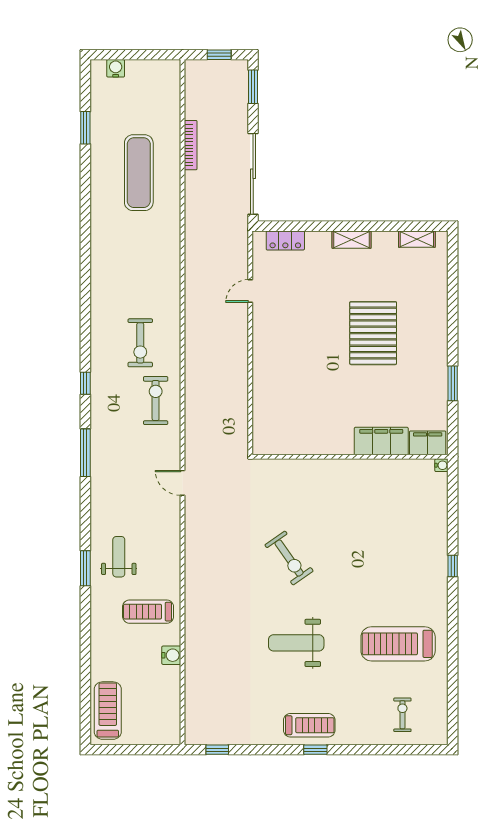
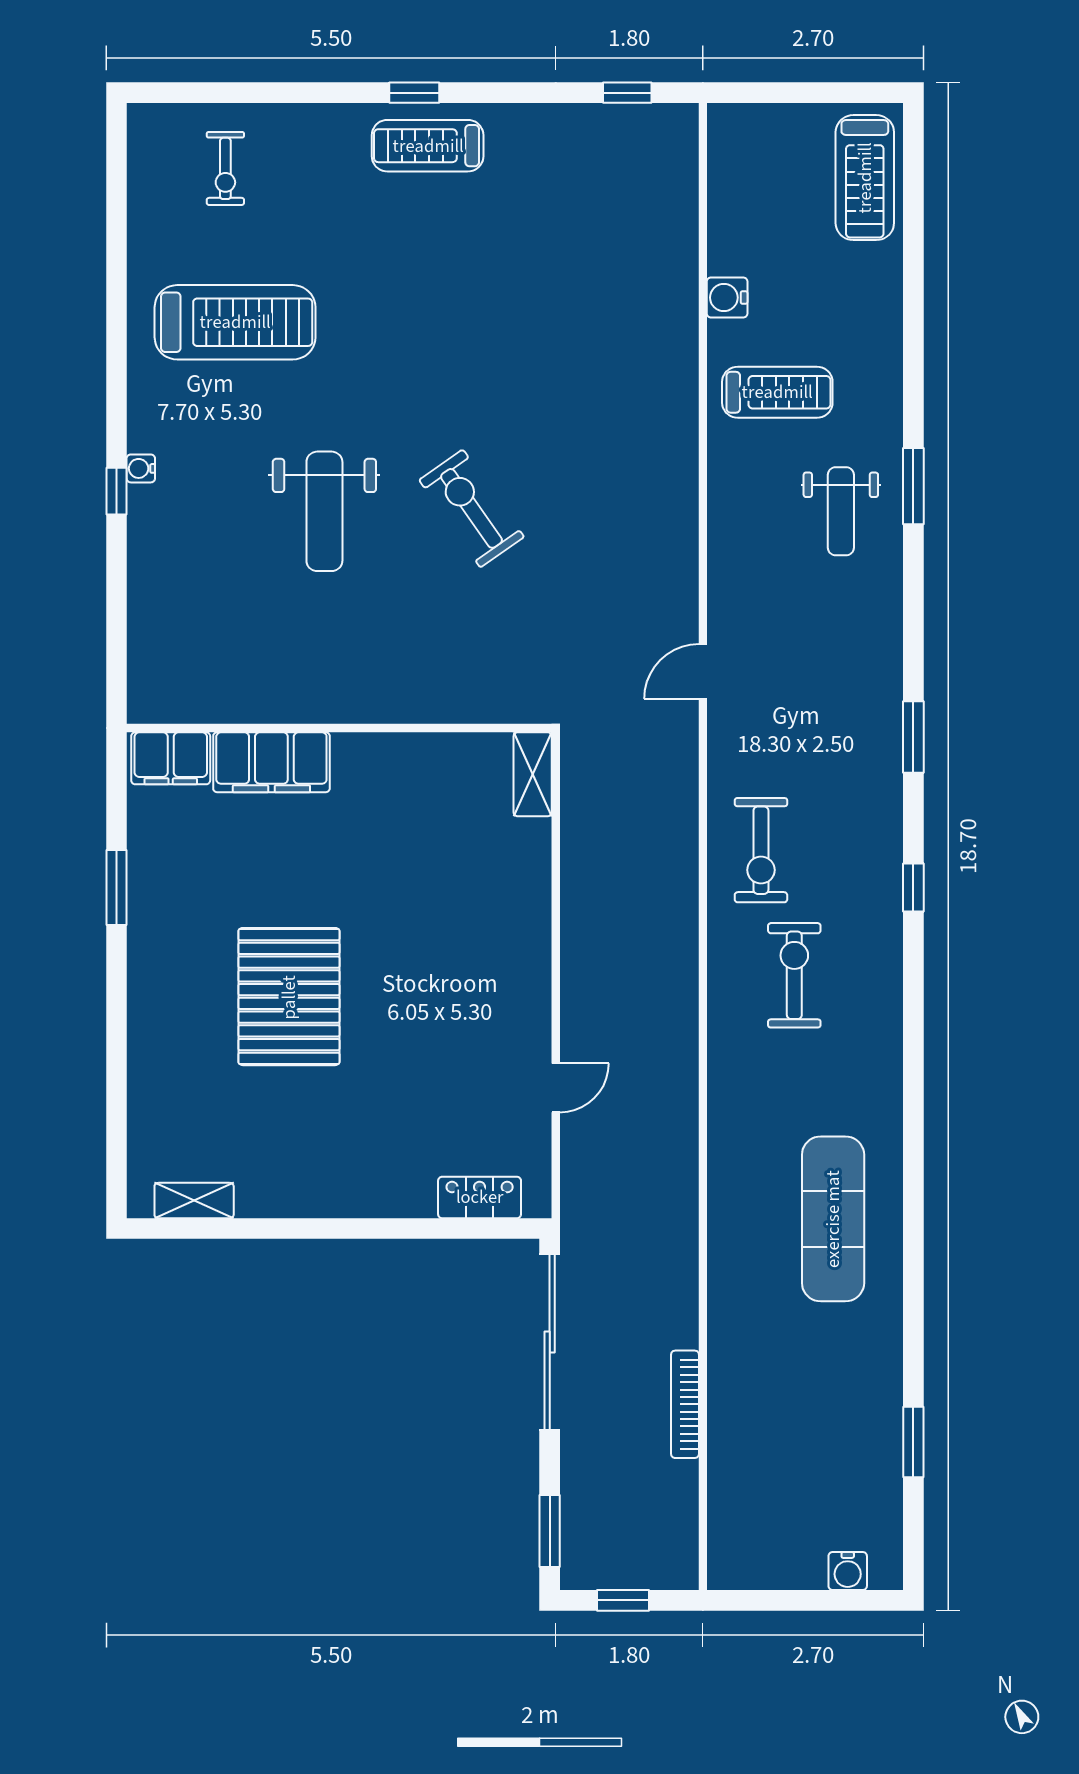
exercise mat: (139, 173) -> (833, 1219), moved
shelving: (352, 240) -> (533, 774), moved, turned 90
window: (85, 453) -> (913, 737), width x0.69
water cooler: (441, 465) -> (141, 468), moved
door: (182, 483) -> (703, 671), swing flipped
weight bench: (296, 643) -> (324, 511), moved, turned 90

